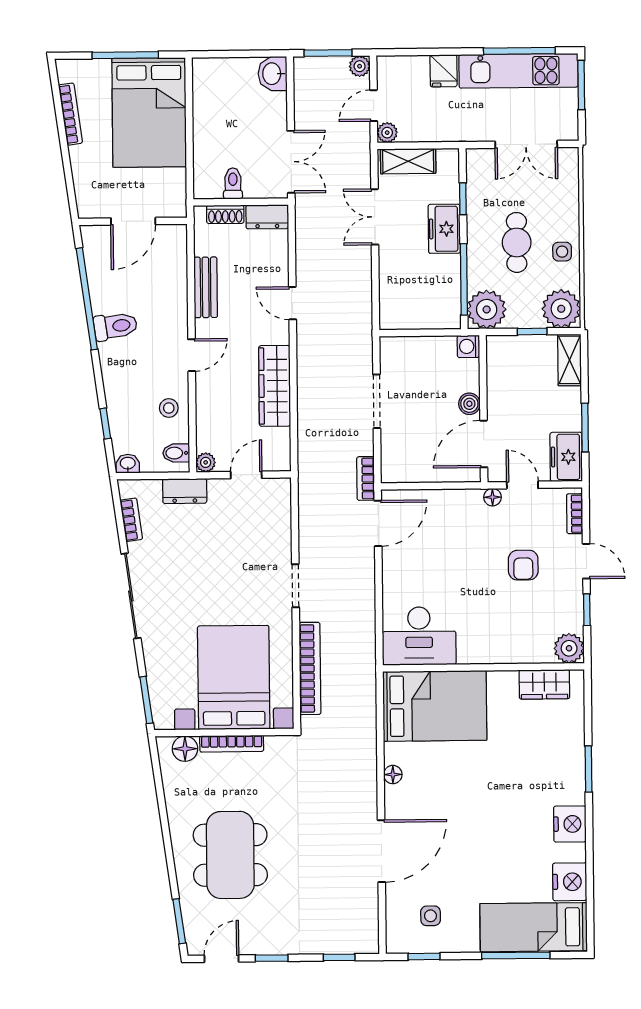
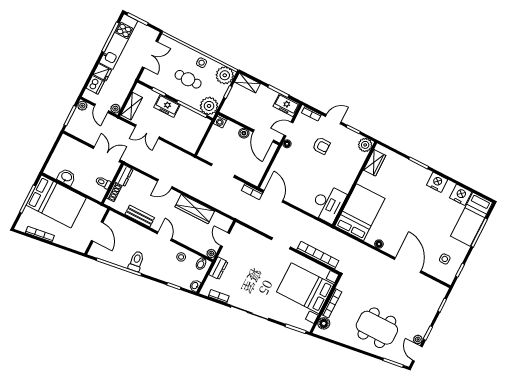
dishwasher: (412, 70) -> (95, 85), added
washbasin: (273, 74) -> (66, 177), moved, turned 180
plant: (249, 945) -> (418, 339), added

